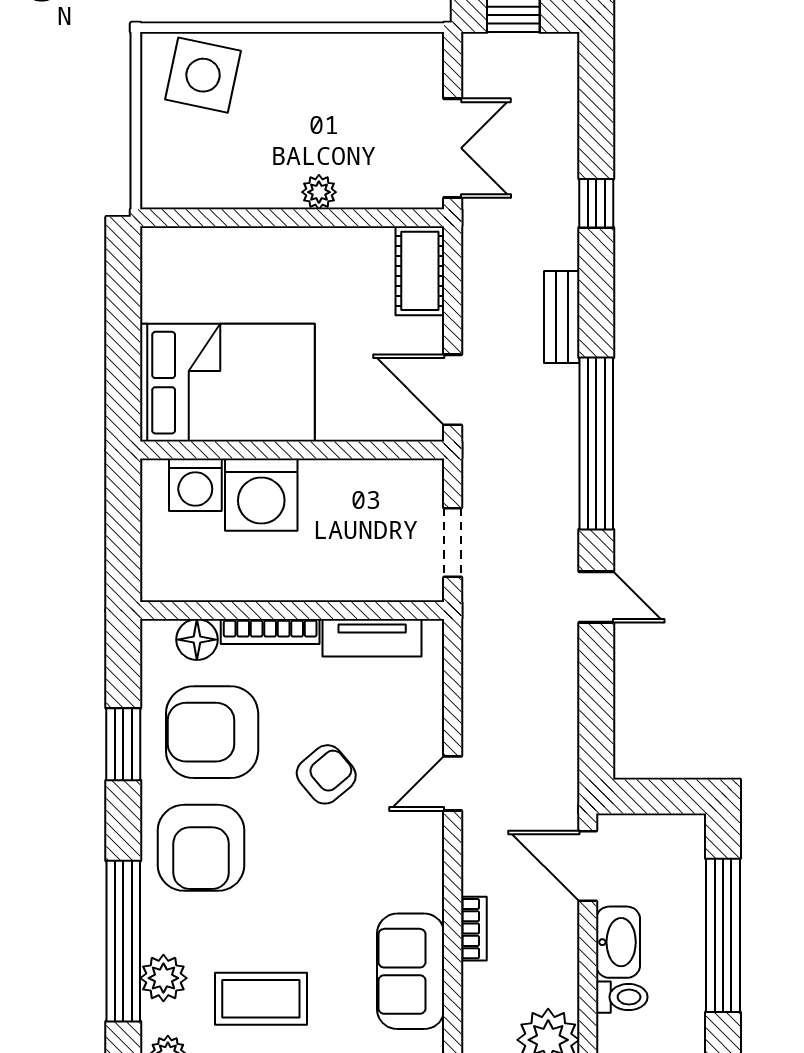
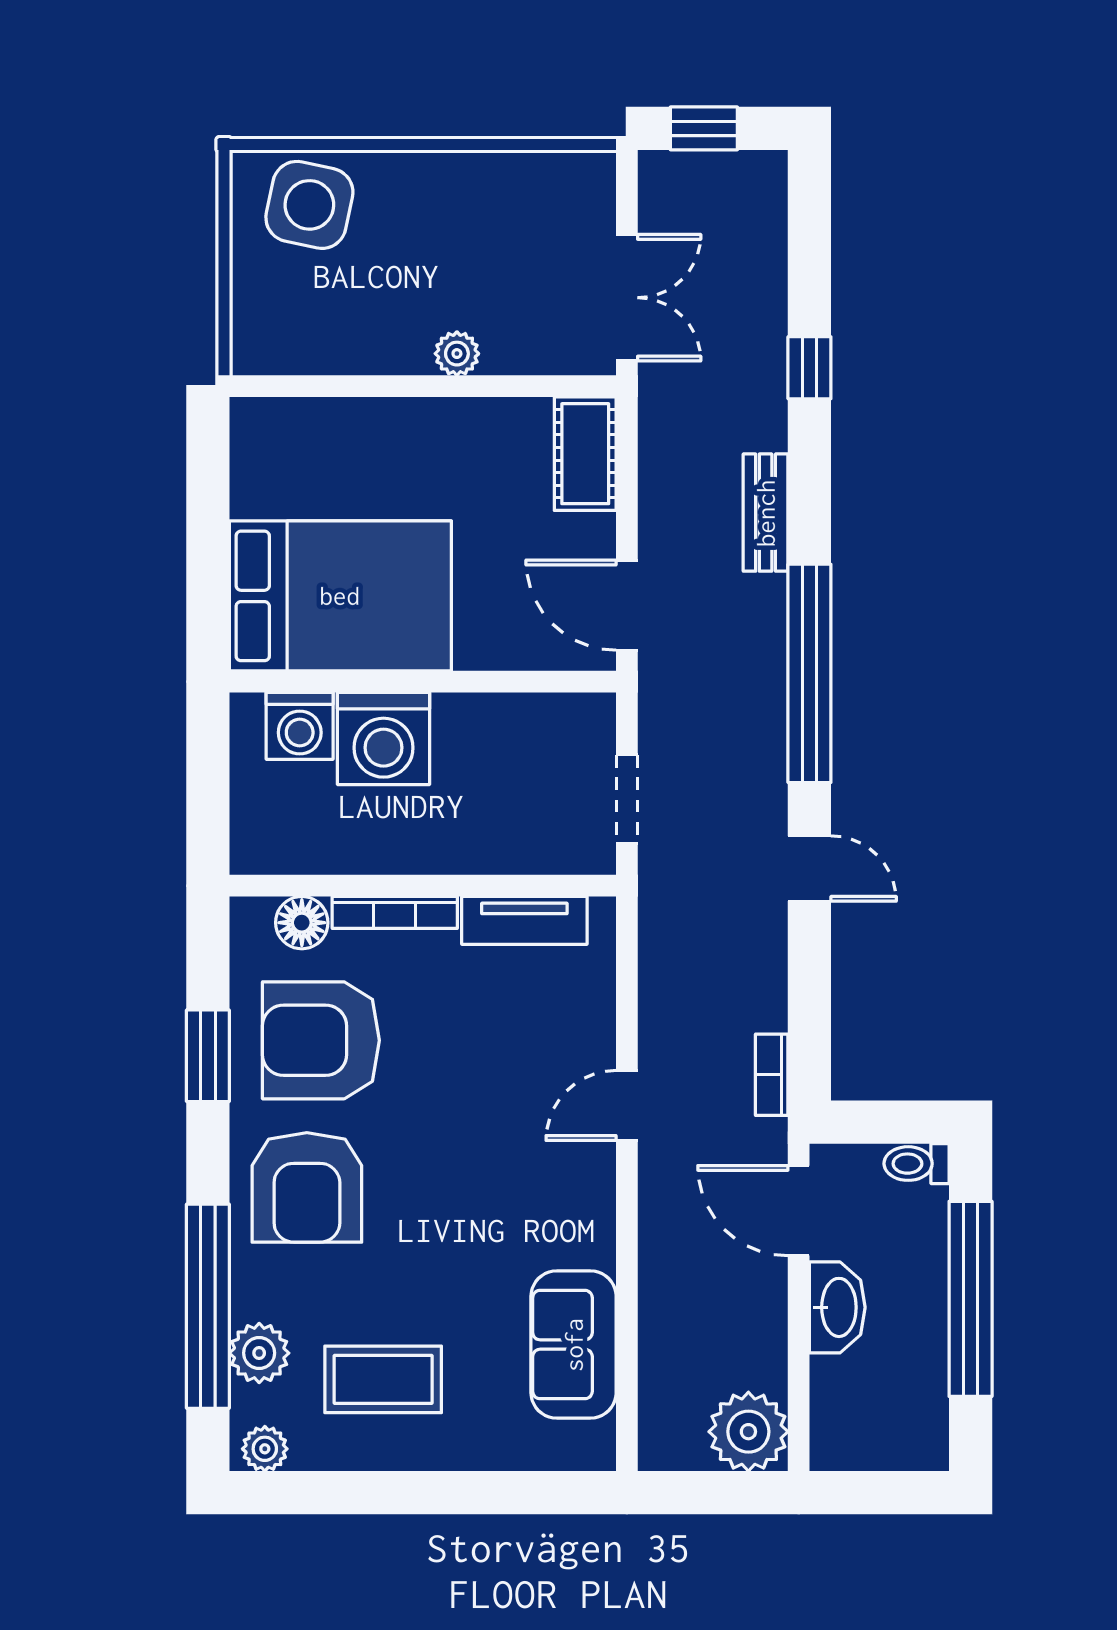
armchair: (326, 774) -> (466, 1094), removed
bookcase: (474, 929) -> (772, 1075), moved, turned 180
toilet: (622, 997) -> (917, 1164), moved, turned 180

